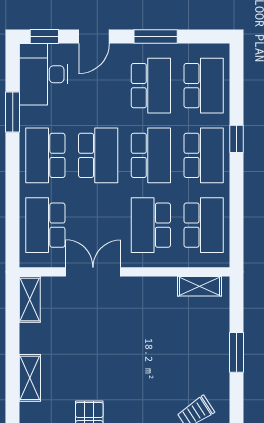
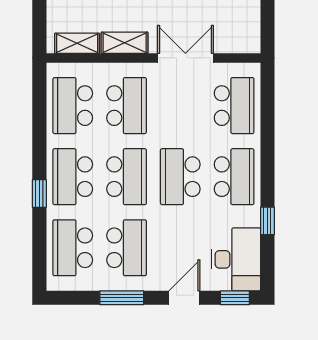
school desk: (151, 86) -> (127, 248), turned 180
window: (13, 112) -> (267, 221), width x0.67
school desk: (151, 155) -> (127, 177), turned 180
double door: (93, 272) -> (185, 58), swing flipped
shelving: (30, 299) -> (125, 43), moved, turned 90

